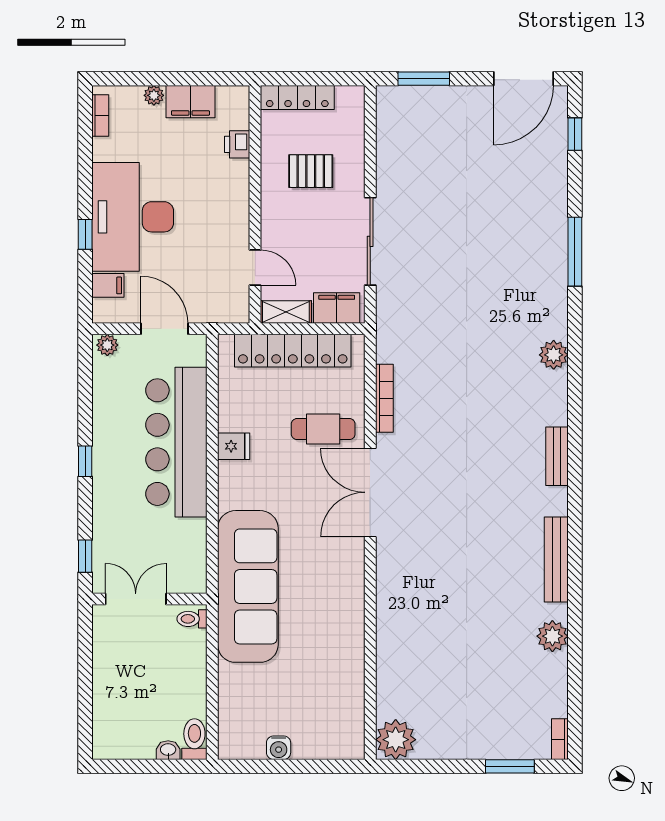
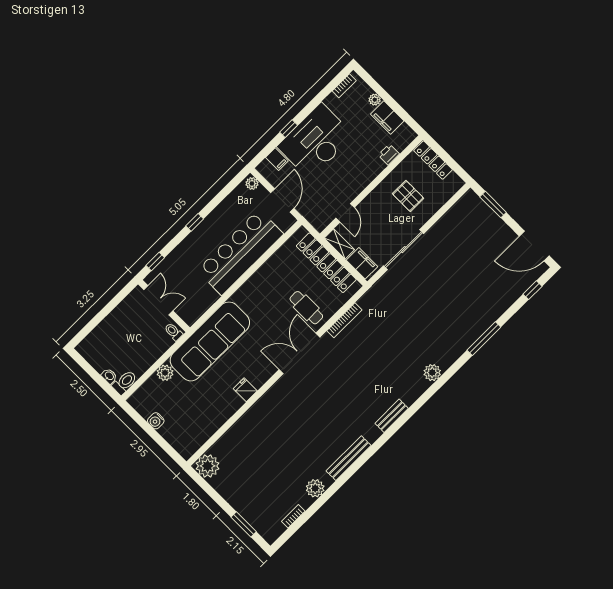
fridge: (234, 446) -> (245, 390), moved, turned 180
plant: (231, 678) -> (165, 373), added
bookcase: (560, 739) -> (293, 516), moved

